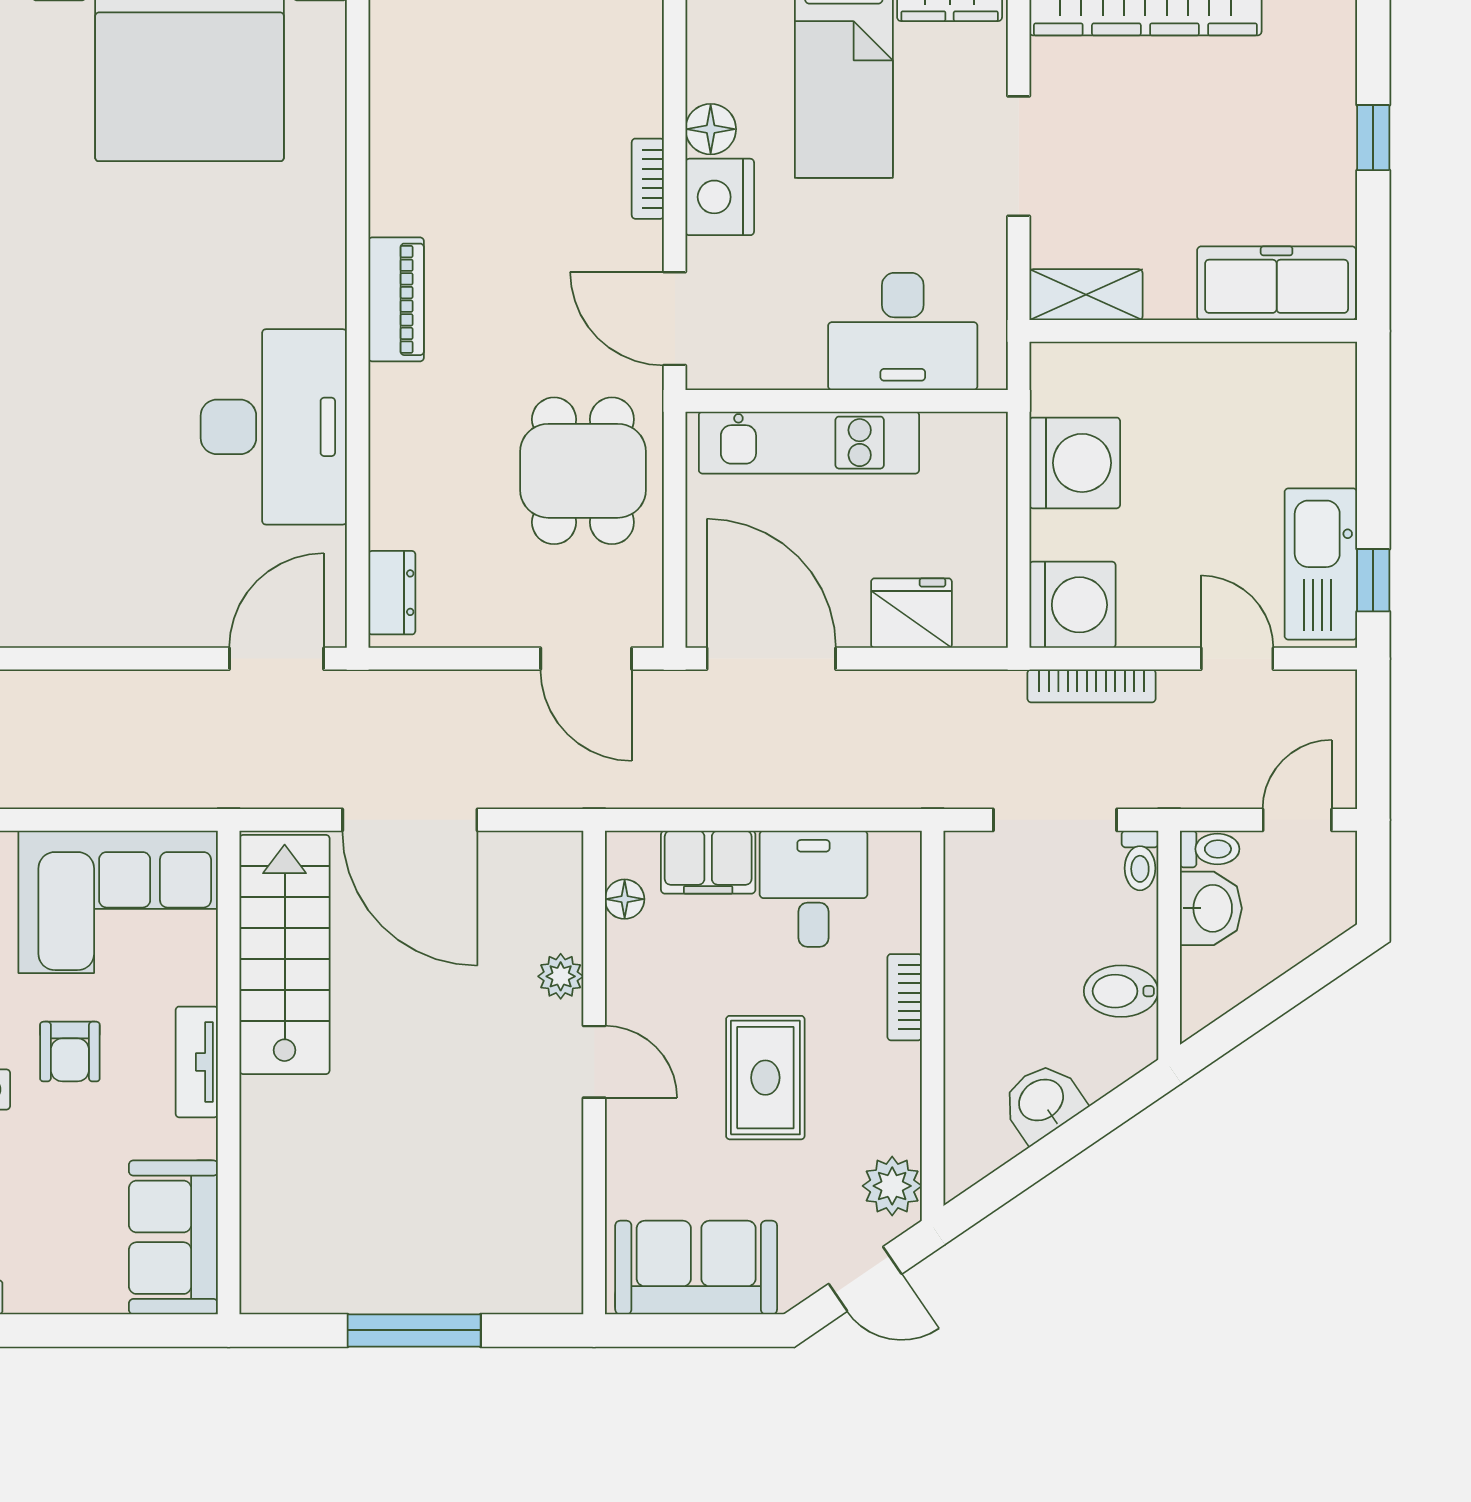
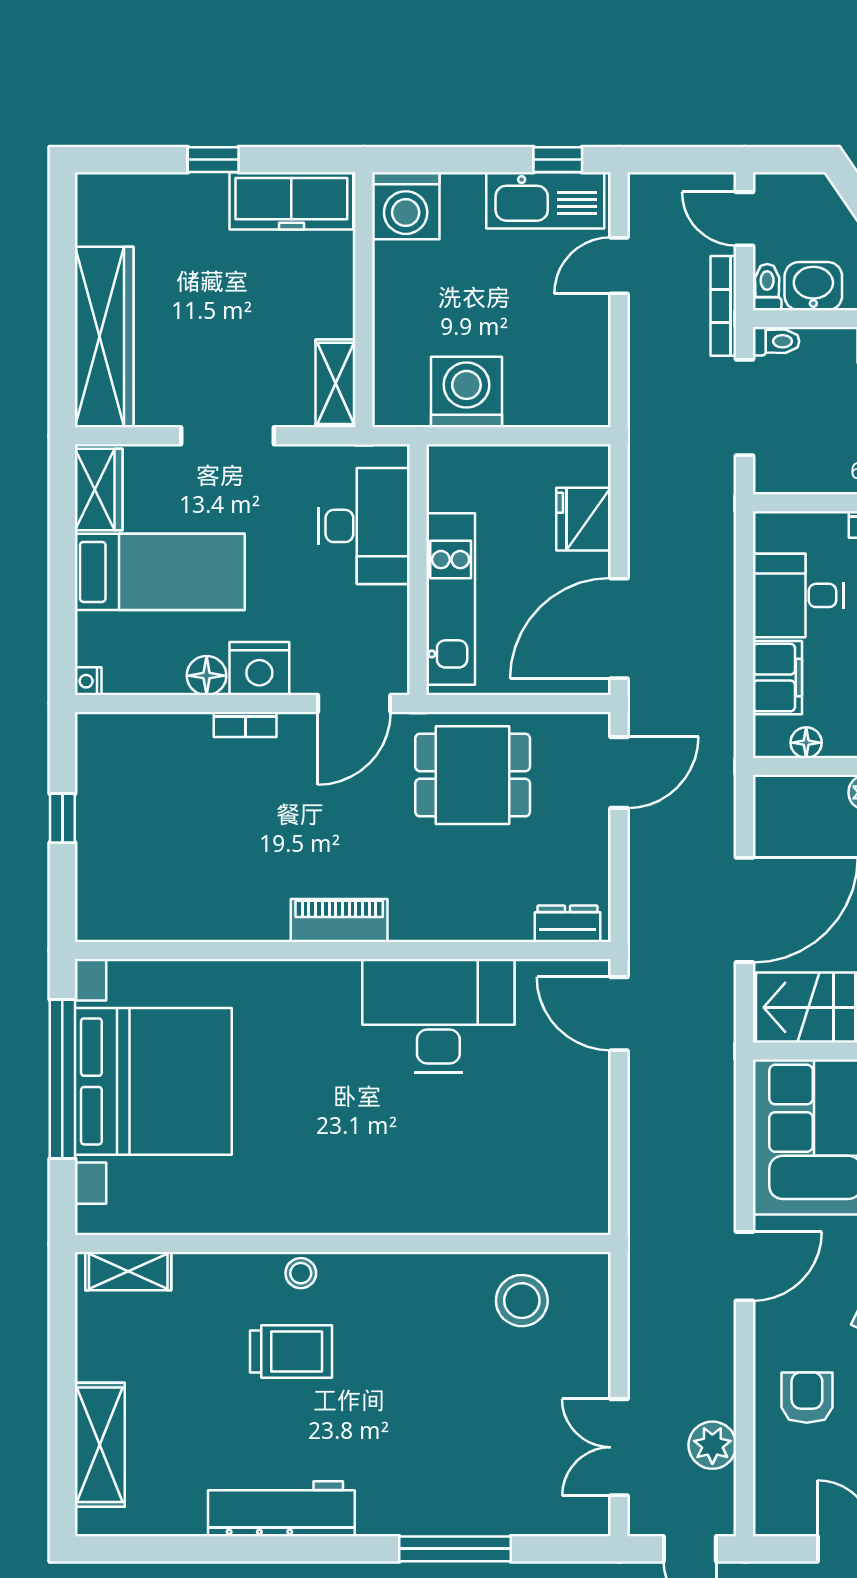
freezer: (1277, 283) -> (291, 201), moved, turned -90
washing machine: (1072, 605) -> (406, 206), moved, turned 180
bookcase: (1092, 686) -> (723, 306), moved, turned 180

